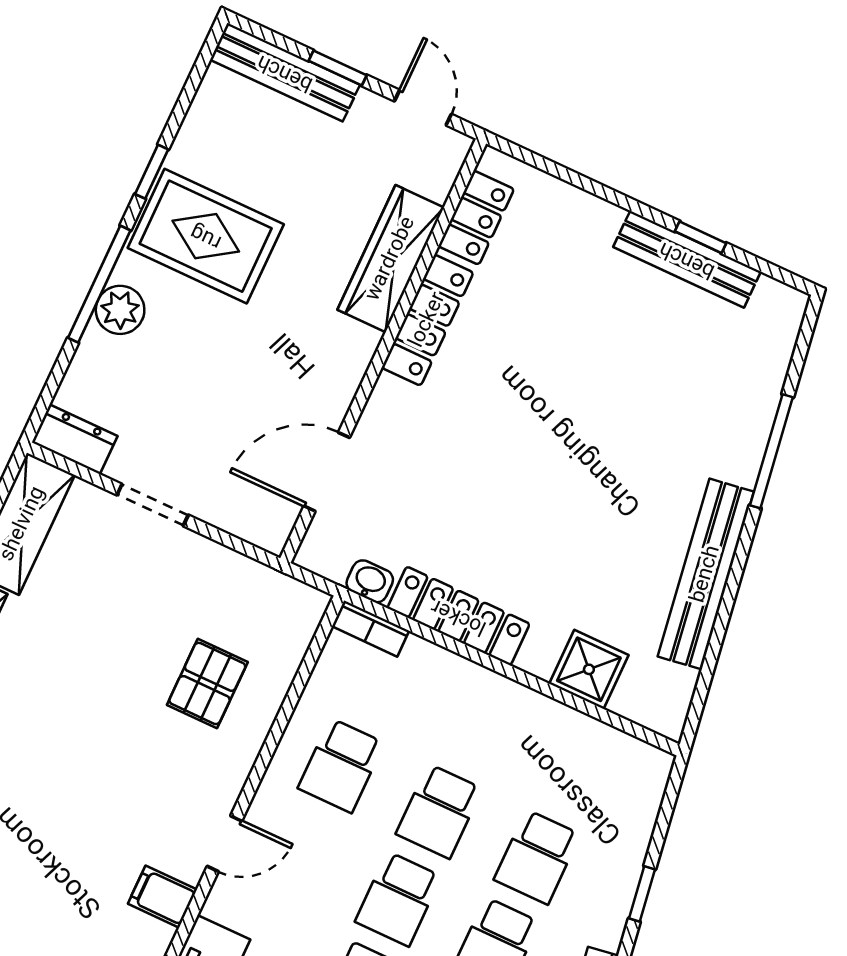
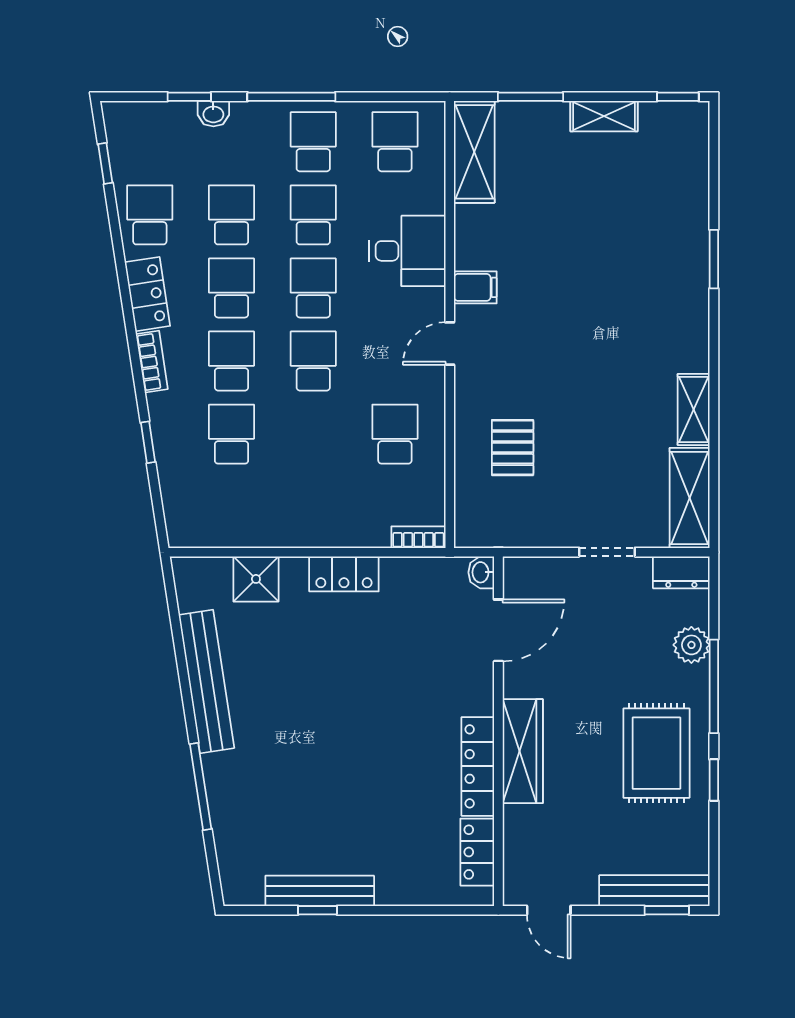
window: (338, 68) -> (667, 910), moved
rug: (206, 236) -> (656, 753), turned 90
wardrobe: (391, 259) -> (523, 751), moved
plant: (120, 310) -> (691, 645), moved
washbasin: (370, 581) -> (481, 572), moved, turned 90
locker: (459, 616) -> (344, 574), width x0.66
school desk: (439, 811) -> (313, 434), removed

